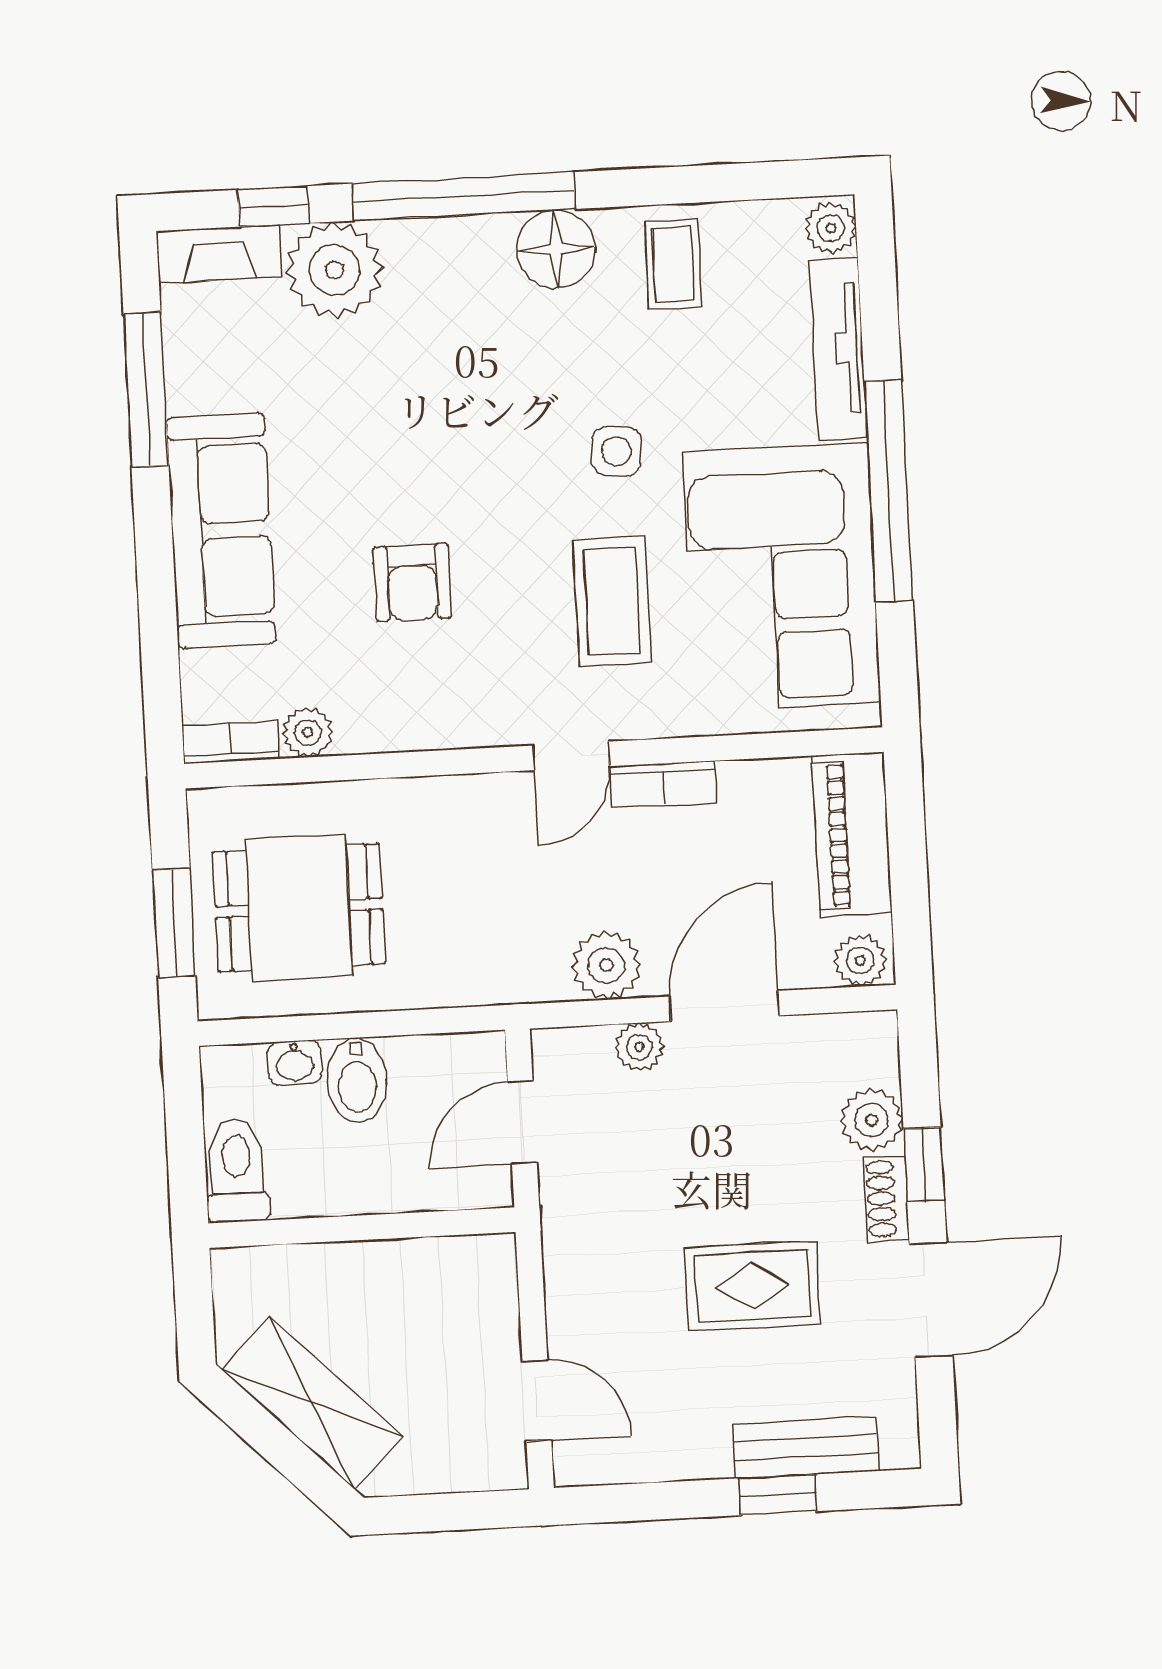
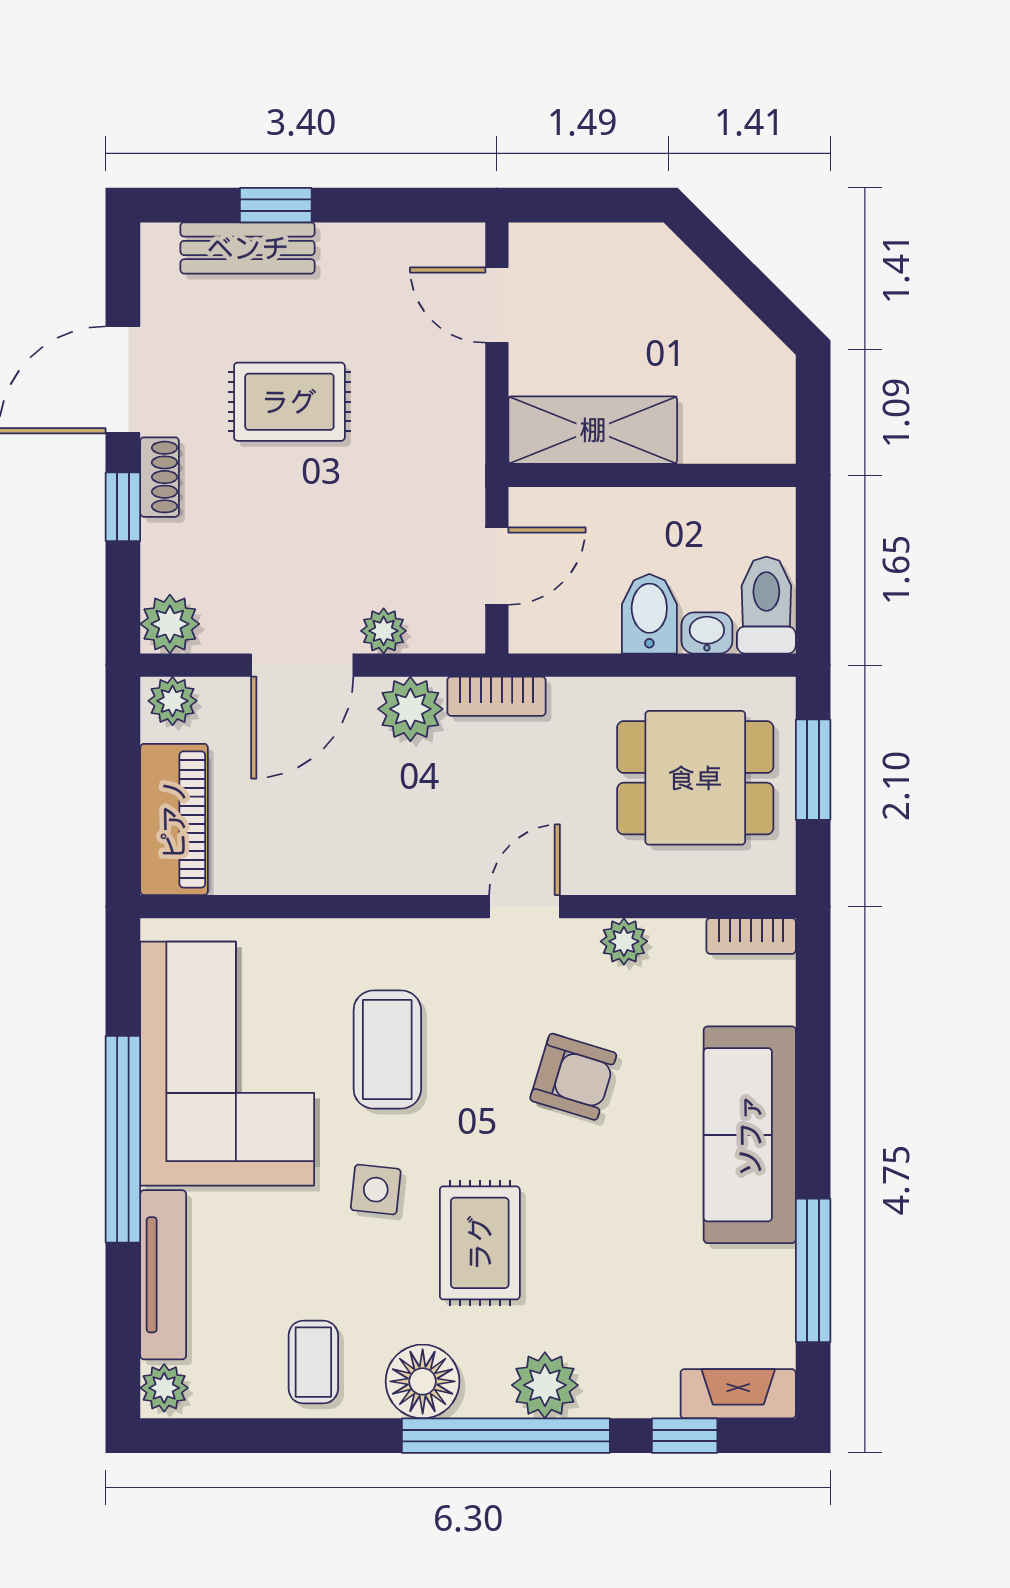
plant: (335, 270) -> (545, 1385), moved, width x0.73, depth x0.73
rug: (503, 400) -> (480, 1243), added
armchair: (412, 582) -> (573, 1077), turned 107
plant: (308, 732) -> (624, 941), moved
door: (571, 756) -> (525, 907), moved
bookcase: (663, 784) -> (497, 696), moved, turned 180
plant: (871, 1120) -> (170, 624), moved
toilet: (237, 1170) -> (766, 605), moved, turned 180
shelving: (312, 1403) -> (593, 430), moved, turned -45

